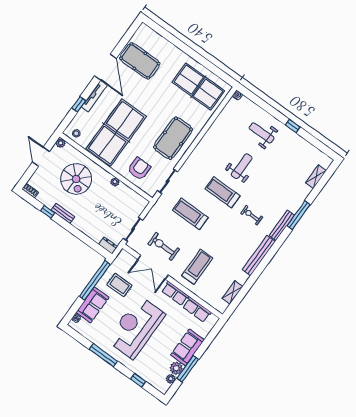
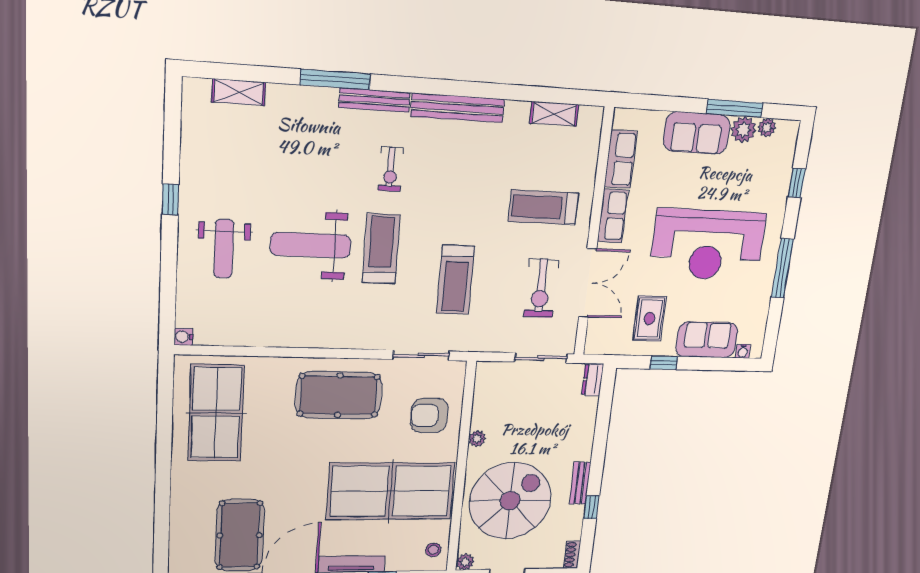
weight bench: (242, 166) -> (311, 245), width x1.36, depth x1.33
spiral stairs: (76, 179) -> (510, 501), width x1.37, depth x1.37
treadmill: (222, 192) -> (381, 249), turned 180
window: (95, 280) -> (664, 363), width x0.32

